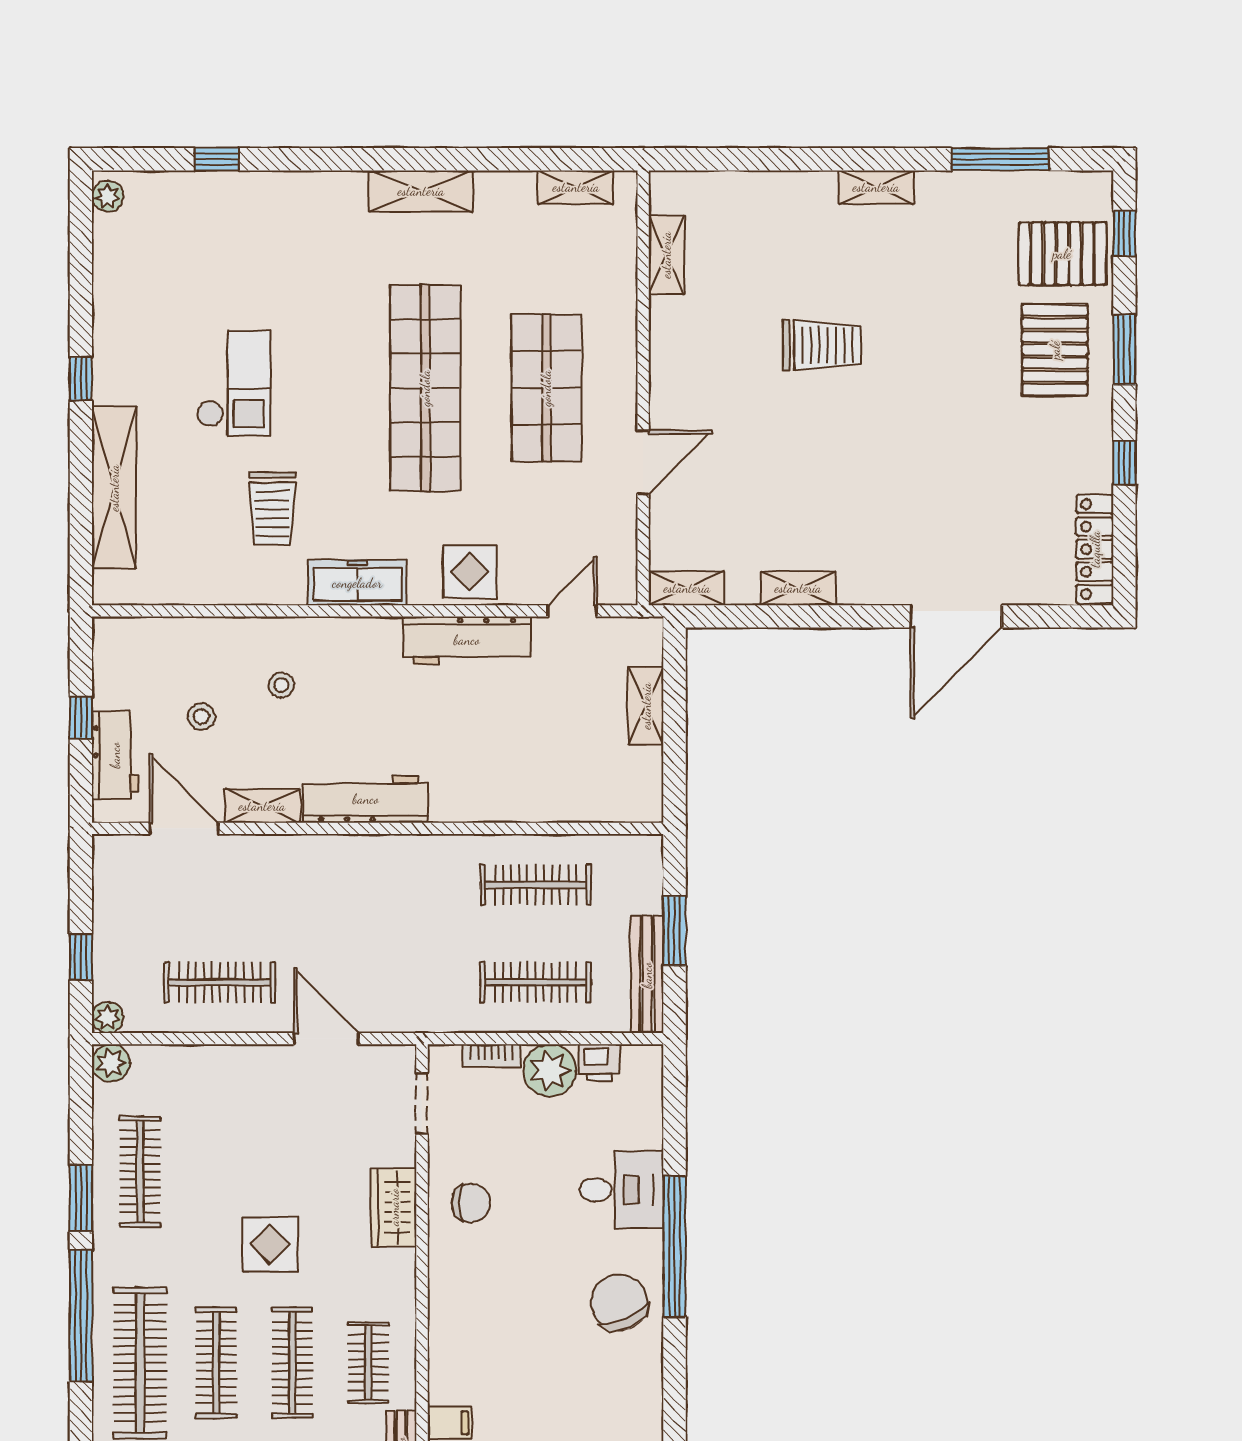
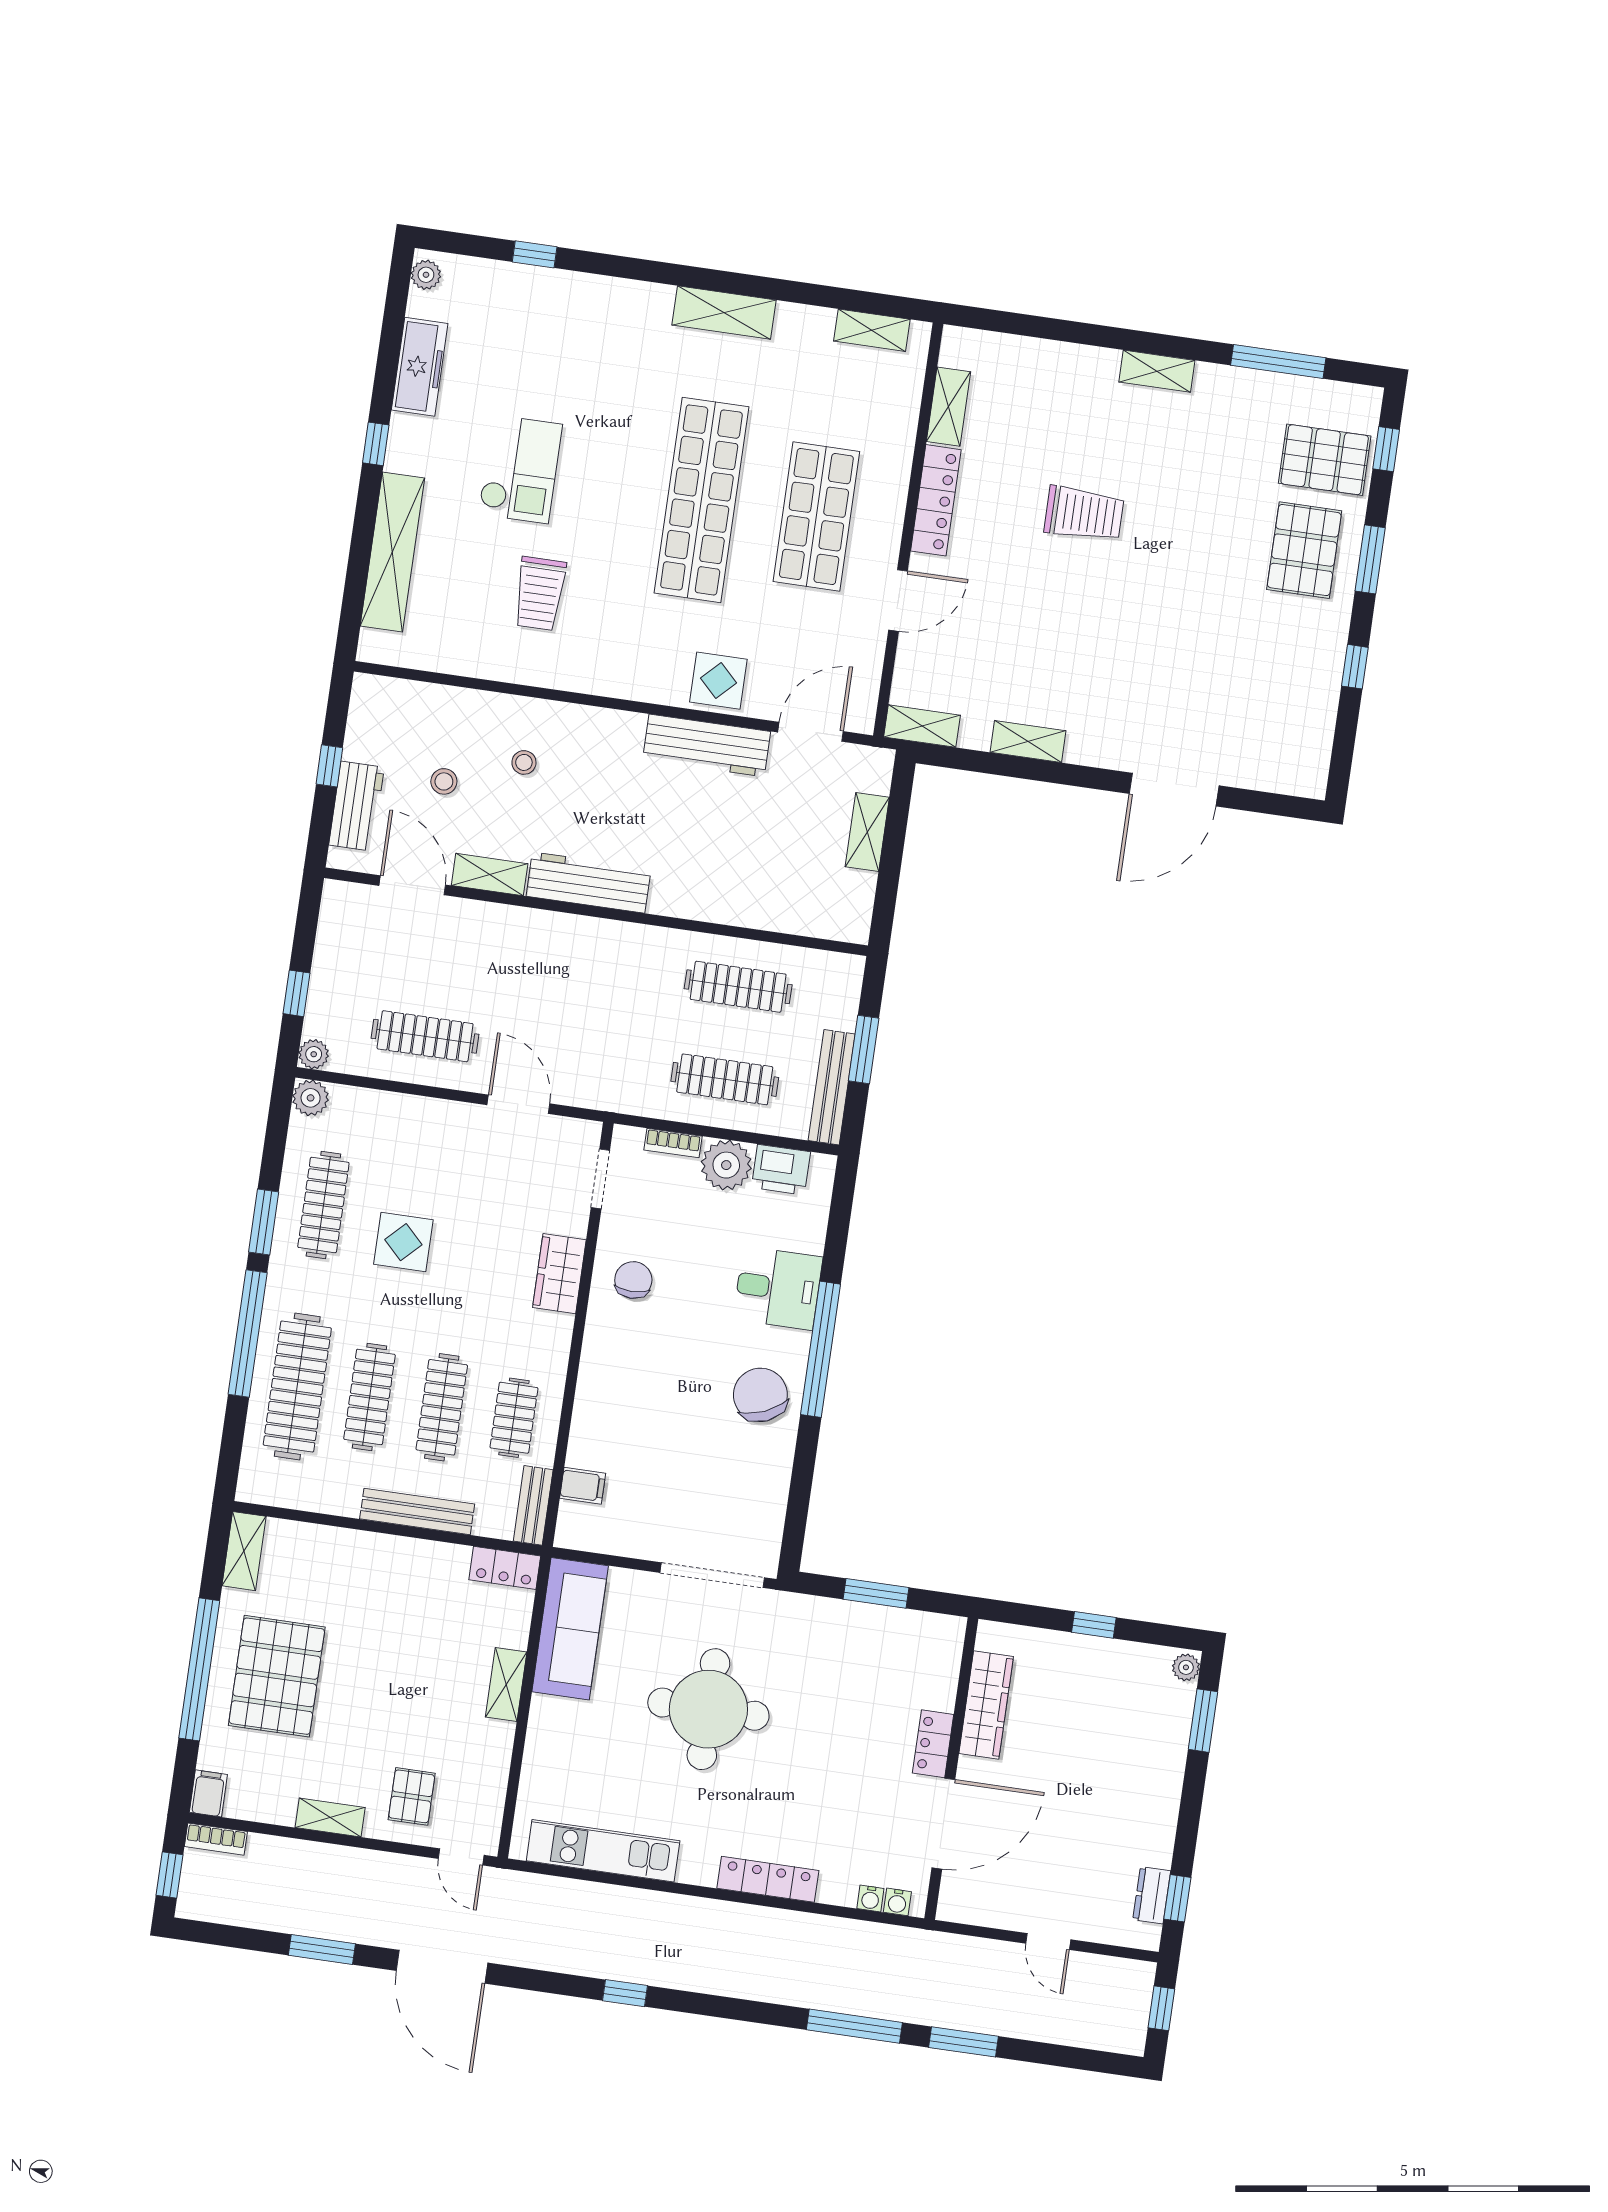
locker: (1095, 549) -> (936, 500), moved, turned 180
freezer: (357, 583) -> (420, 367), moved, turned 90
door: (572, 611) -> (810, 732), width x1.37
printer: (600, 1063) -> (781, 1170), width x1.36, depth x1.24
chair: (471, 1203) -> (633, 1280), turned -90
display table: (270, 1244) -> (403, 1242), moved

